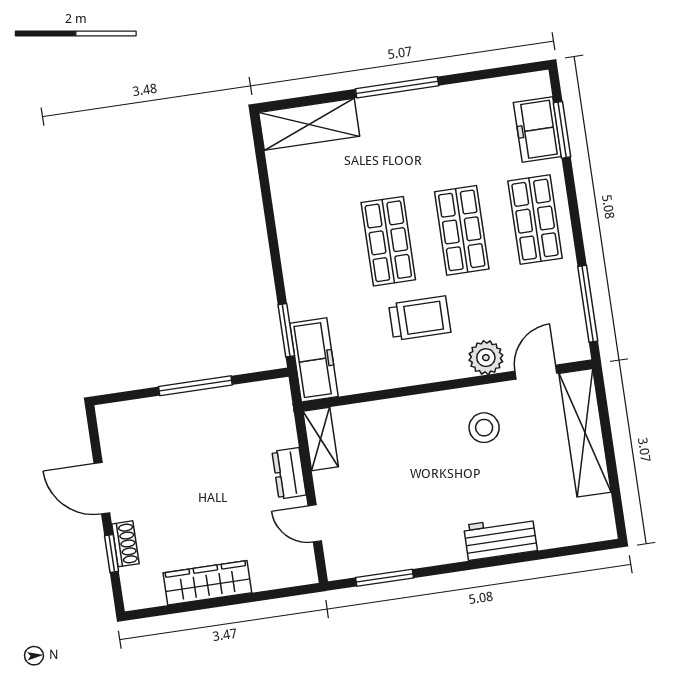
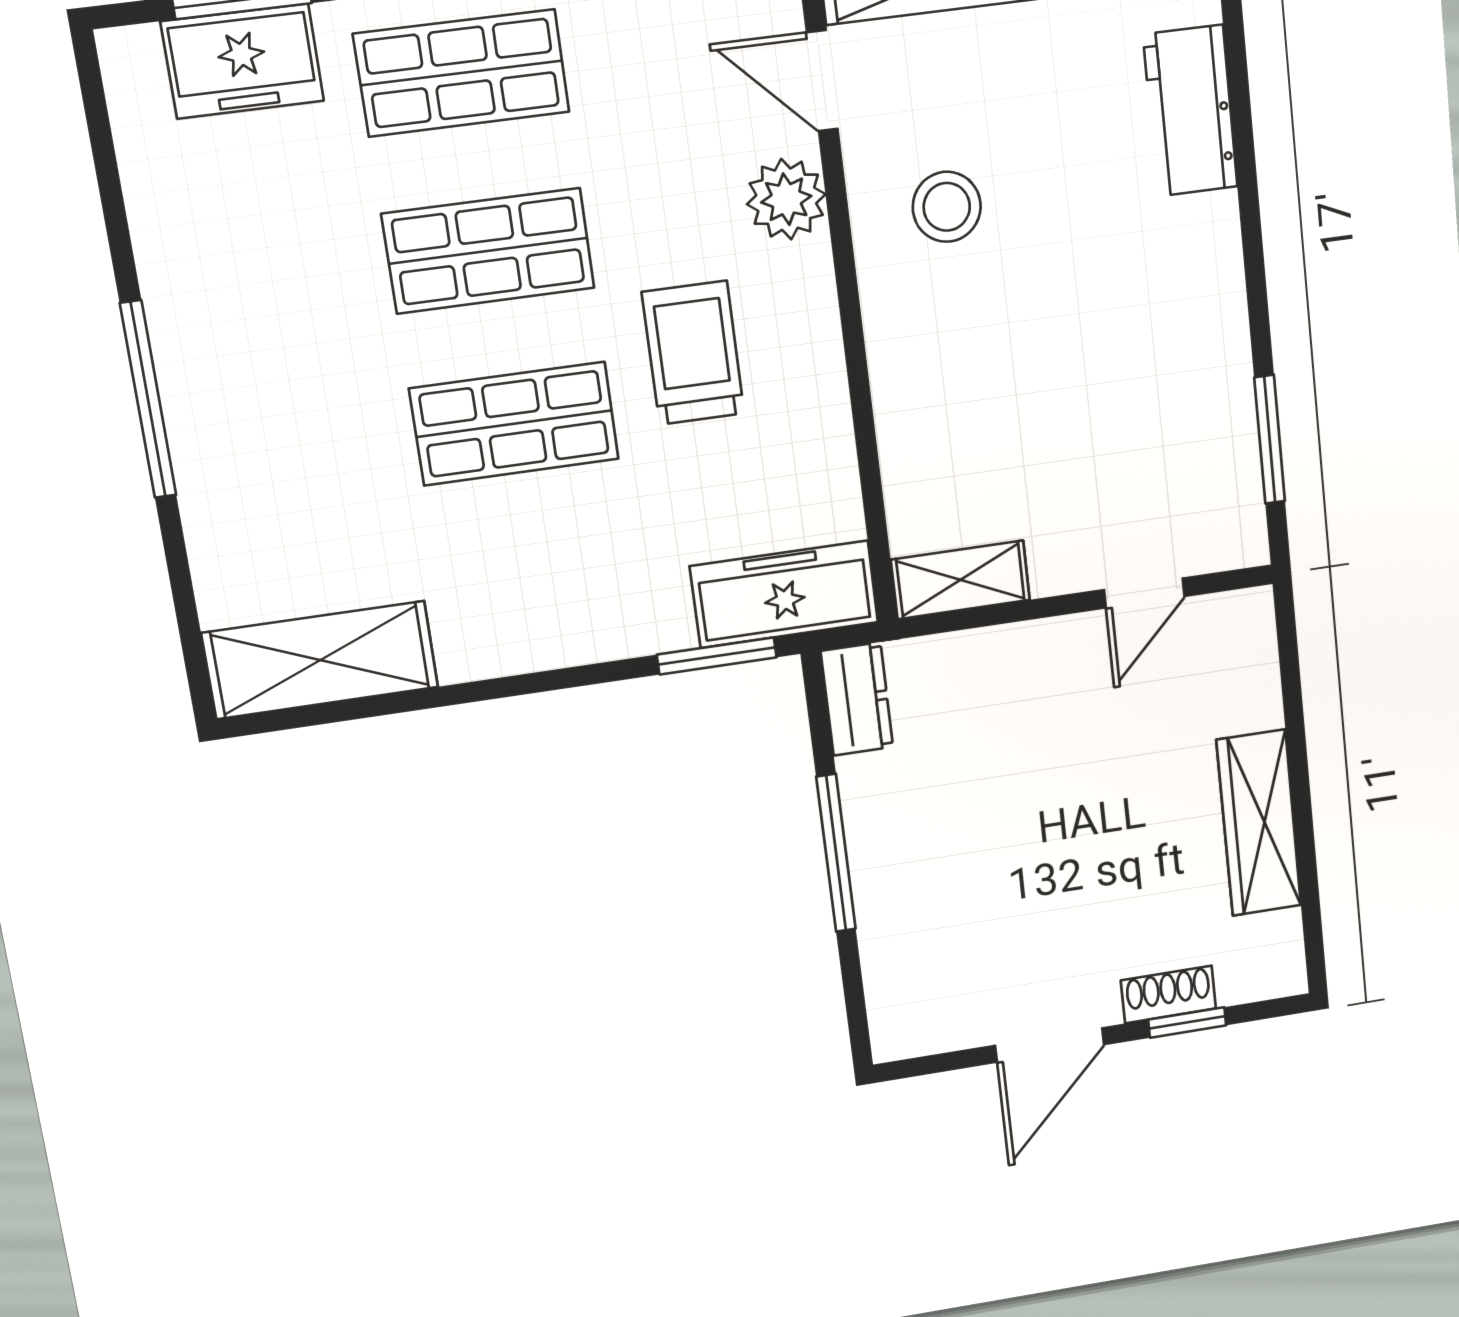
shelving: (309, 124) -> (320, 660), moved, turned 90
dresser: (289, 473) -> (857, 699), moved, turned -90
workbench: (500, 538) -> (1190, 111), moved

